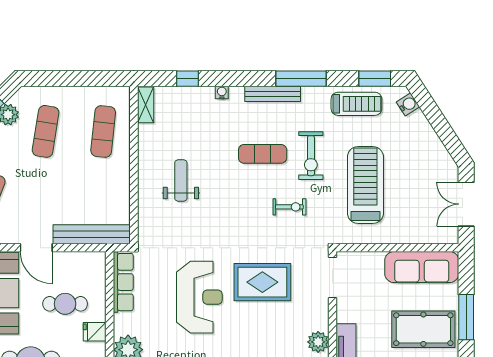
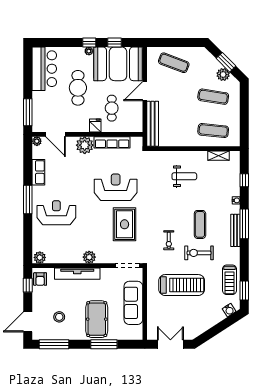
window: (301, 79) -> (244, 224), moved
shelving: (146, 105) -> (219, 156), moved
sofa: (422, 267) -> (133, 303), moved
row of seats: (123, 282) -> (112, 142), moved
reception desk: (199, 297) -> (116, 187), turned 180

